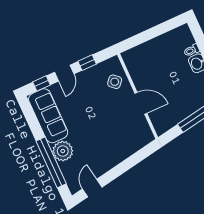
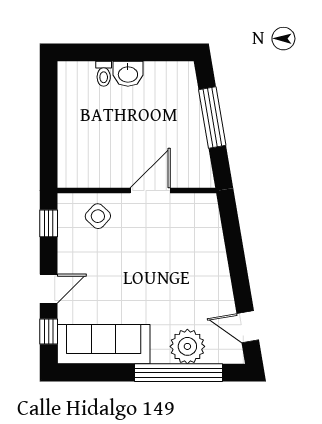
window: (87, 63) -> (49, 223), moved
door: (64, 73) -> (49, 289), hinge flipped
plant: (63, 151) -> (187, 346), moved

